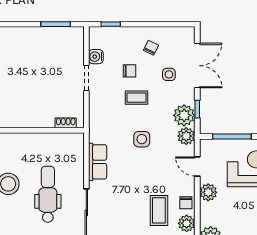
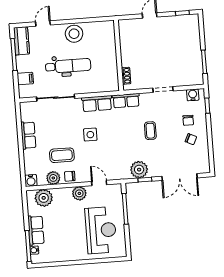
water cooler: (96, 57) -> (193, 95), moved
chair: (129, 71) -> (188, 120), moved
side table: (169, 74) -> (171, 155), removed
row of seats: (97, 125) -> (126, 101), added
plant: (186, 136) -> (123, 173), removed
side table: (142, 139) -> (90, 135), moved
door: (197, 166) -> (99, 183), hinge flipped

